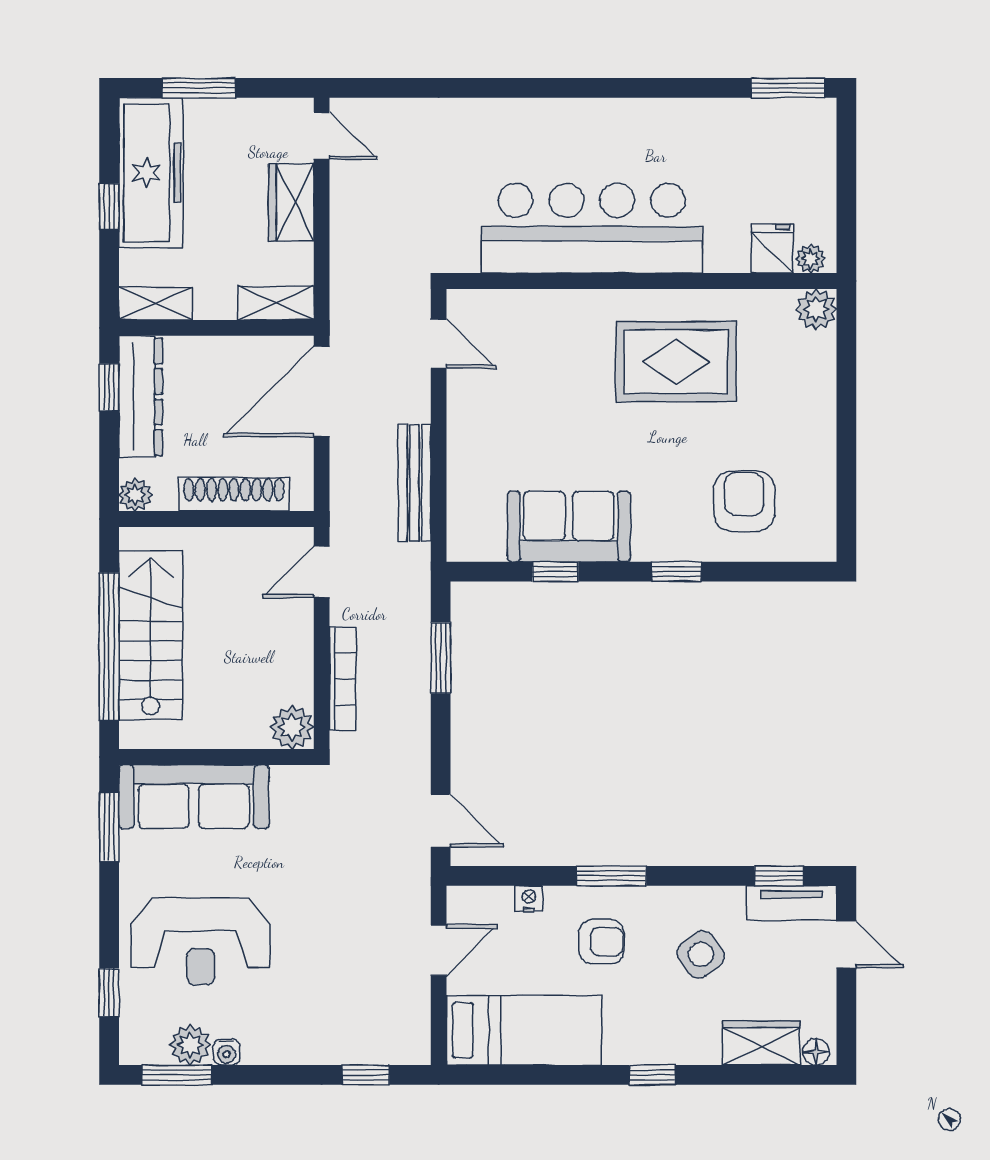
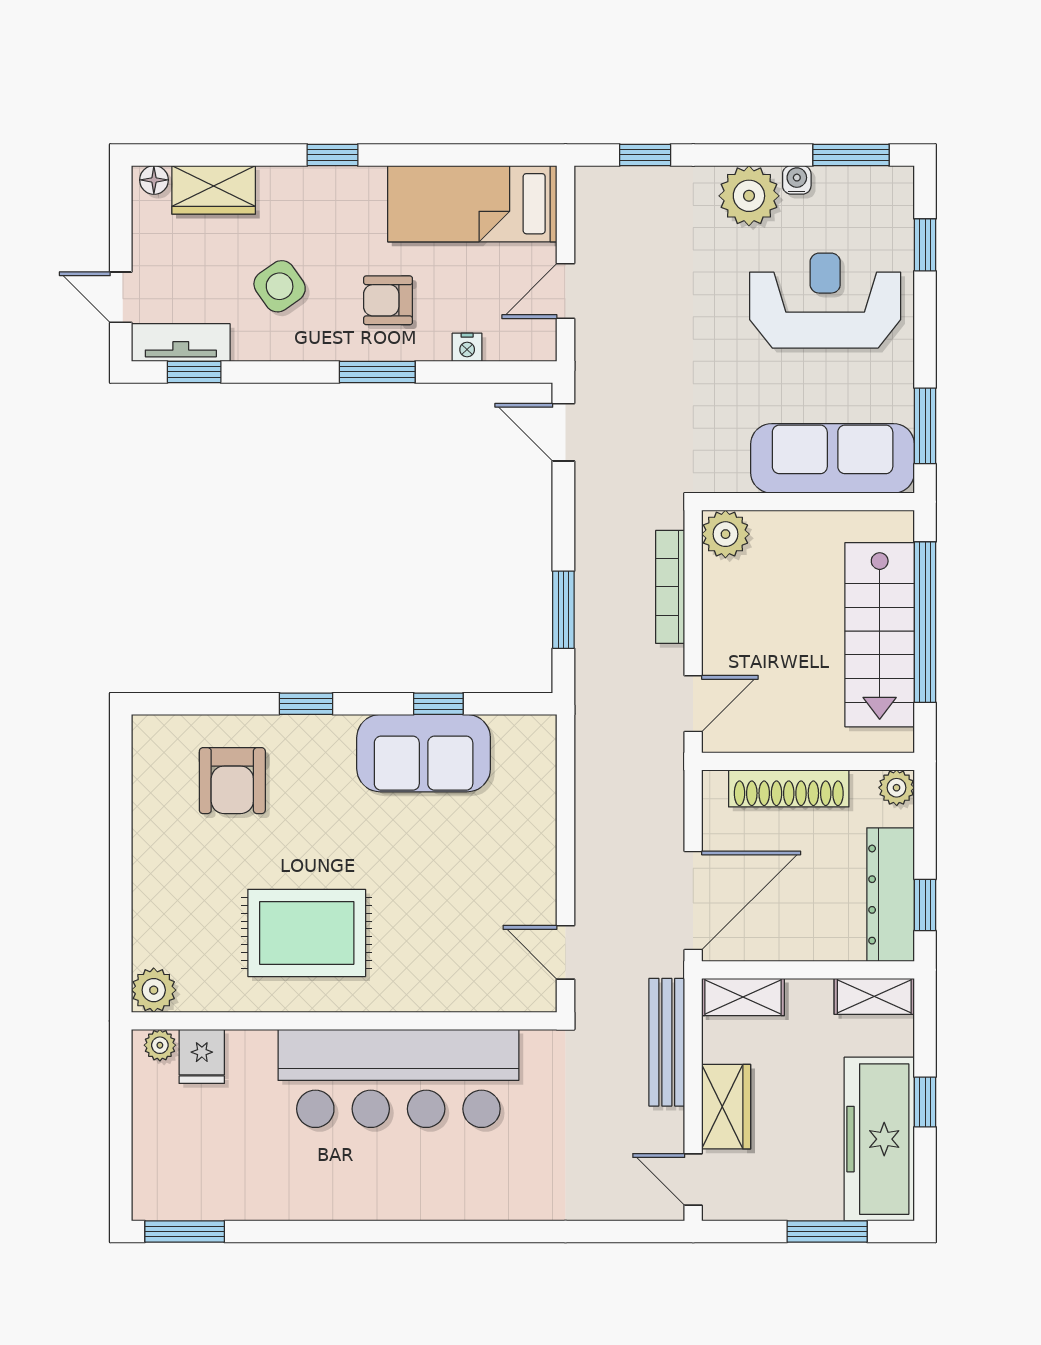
bench: (415, 483) -> (667, 1042), moved
plant: (190, 1045) -> (749, 196), moved, width x1.36, depth x1.36

